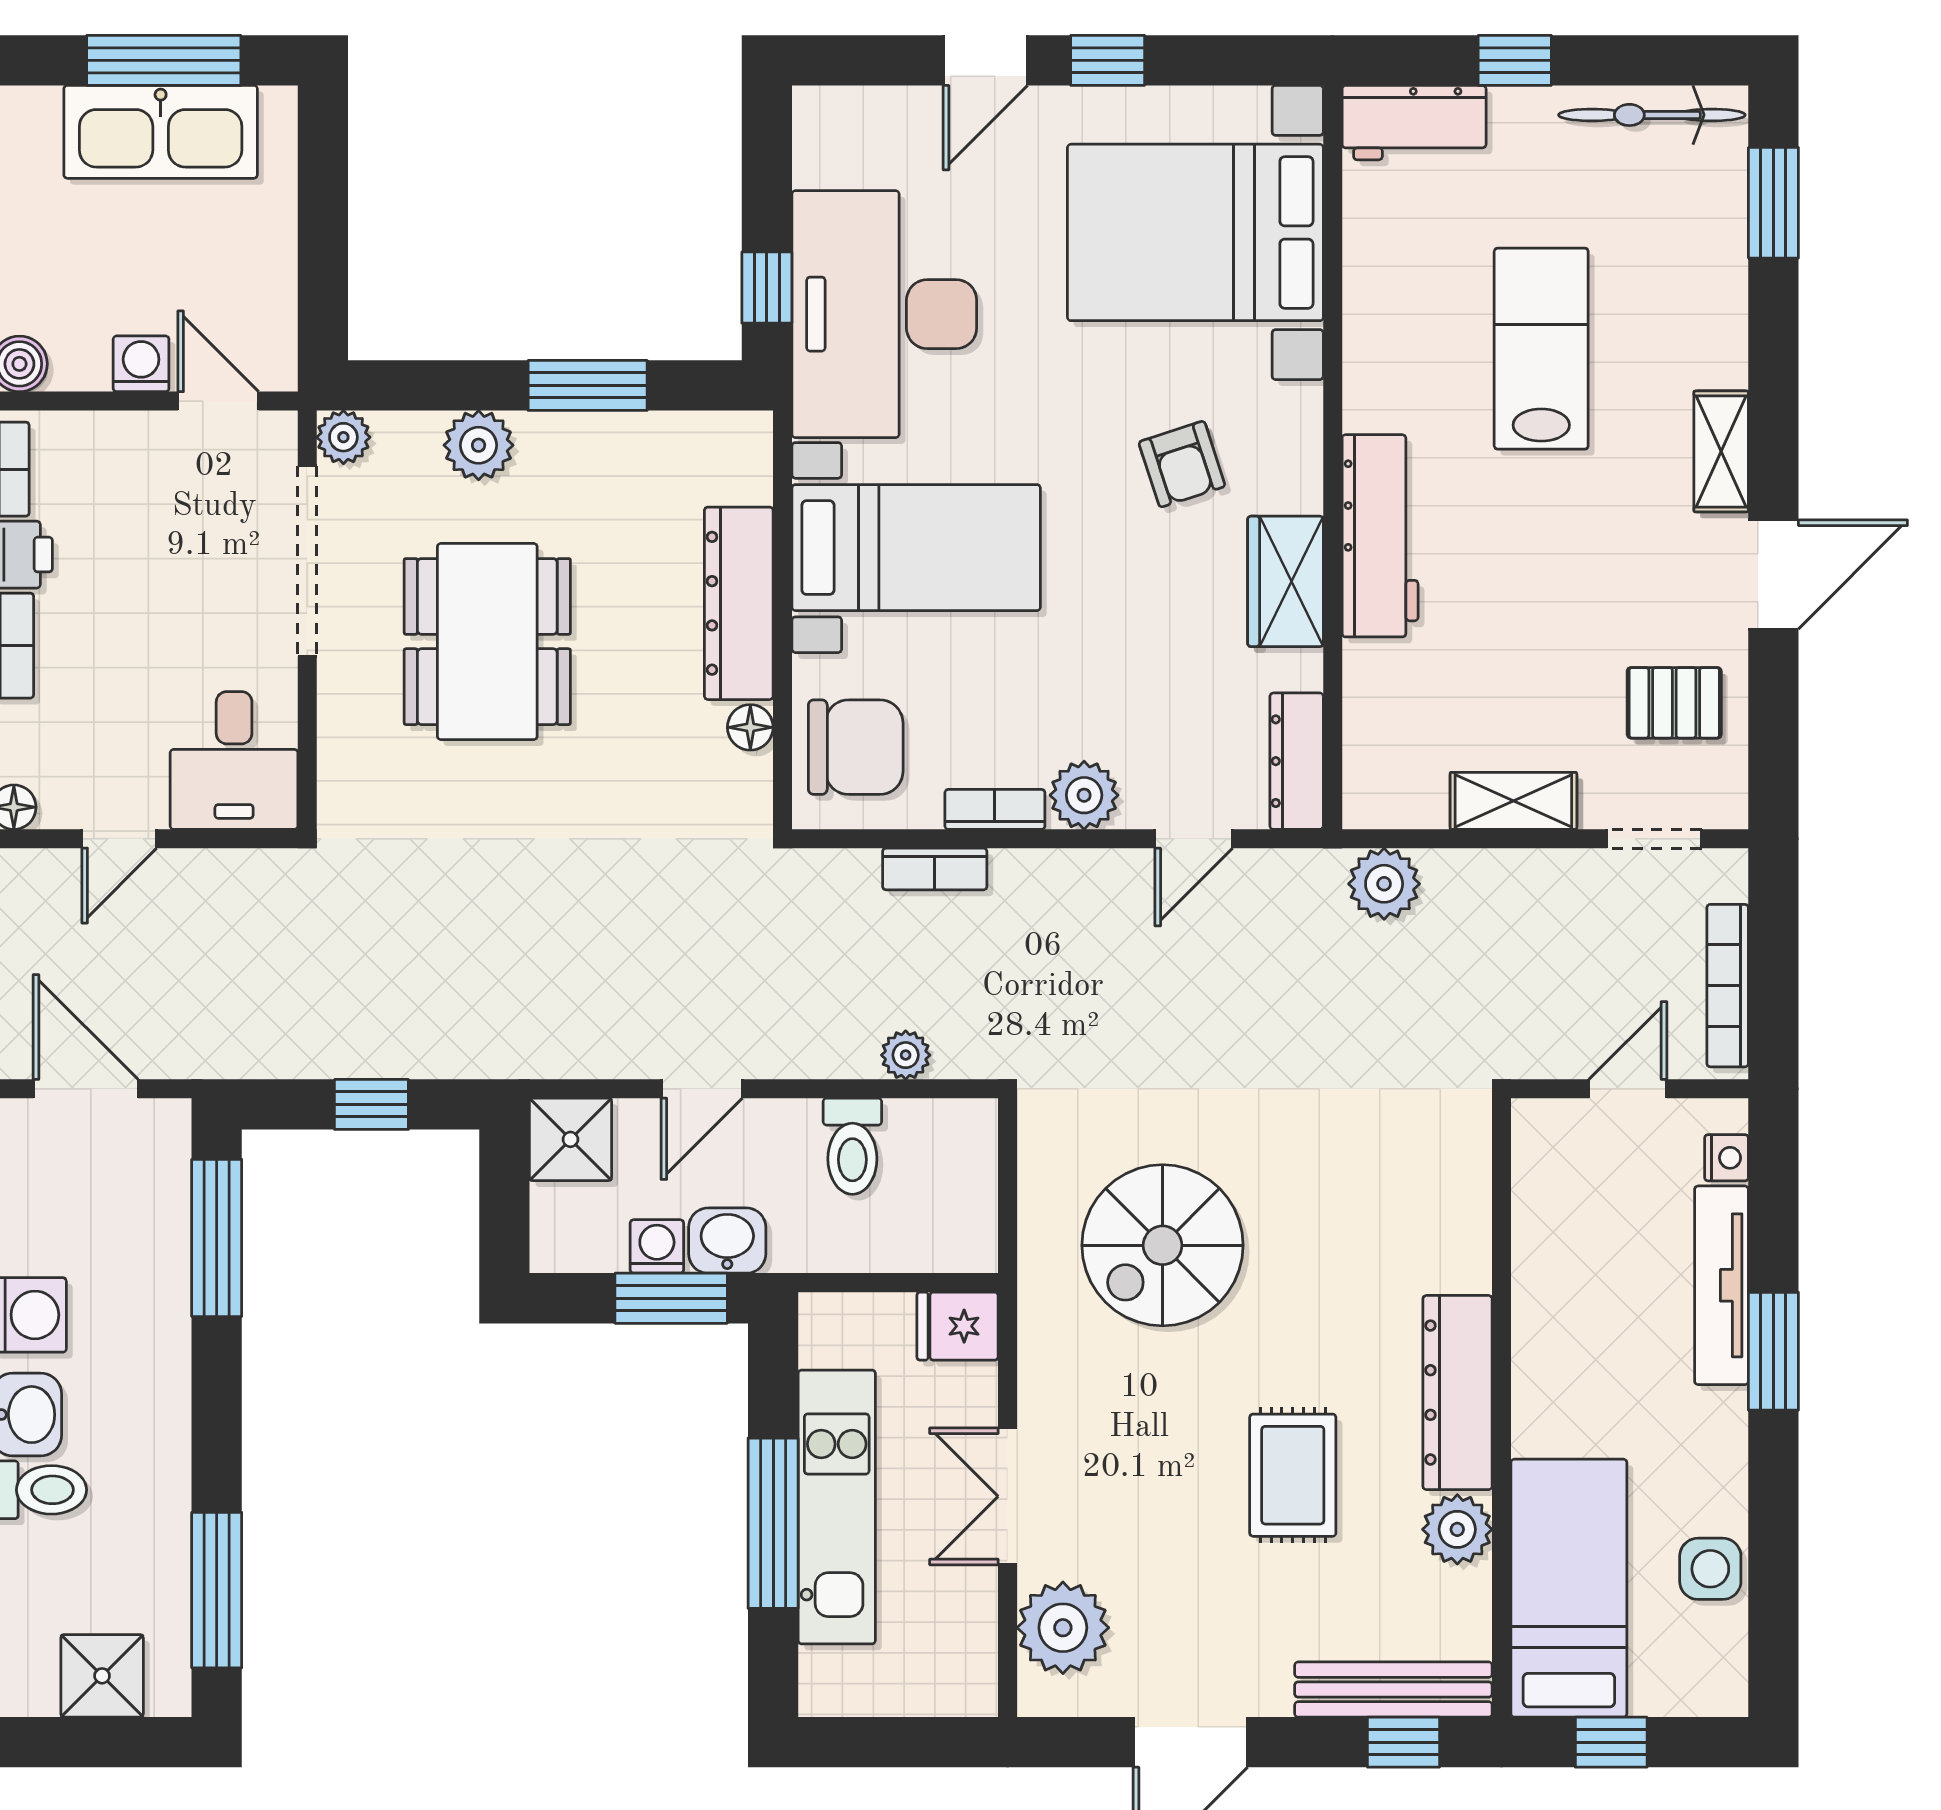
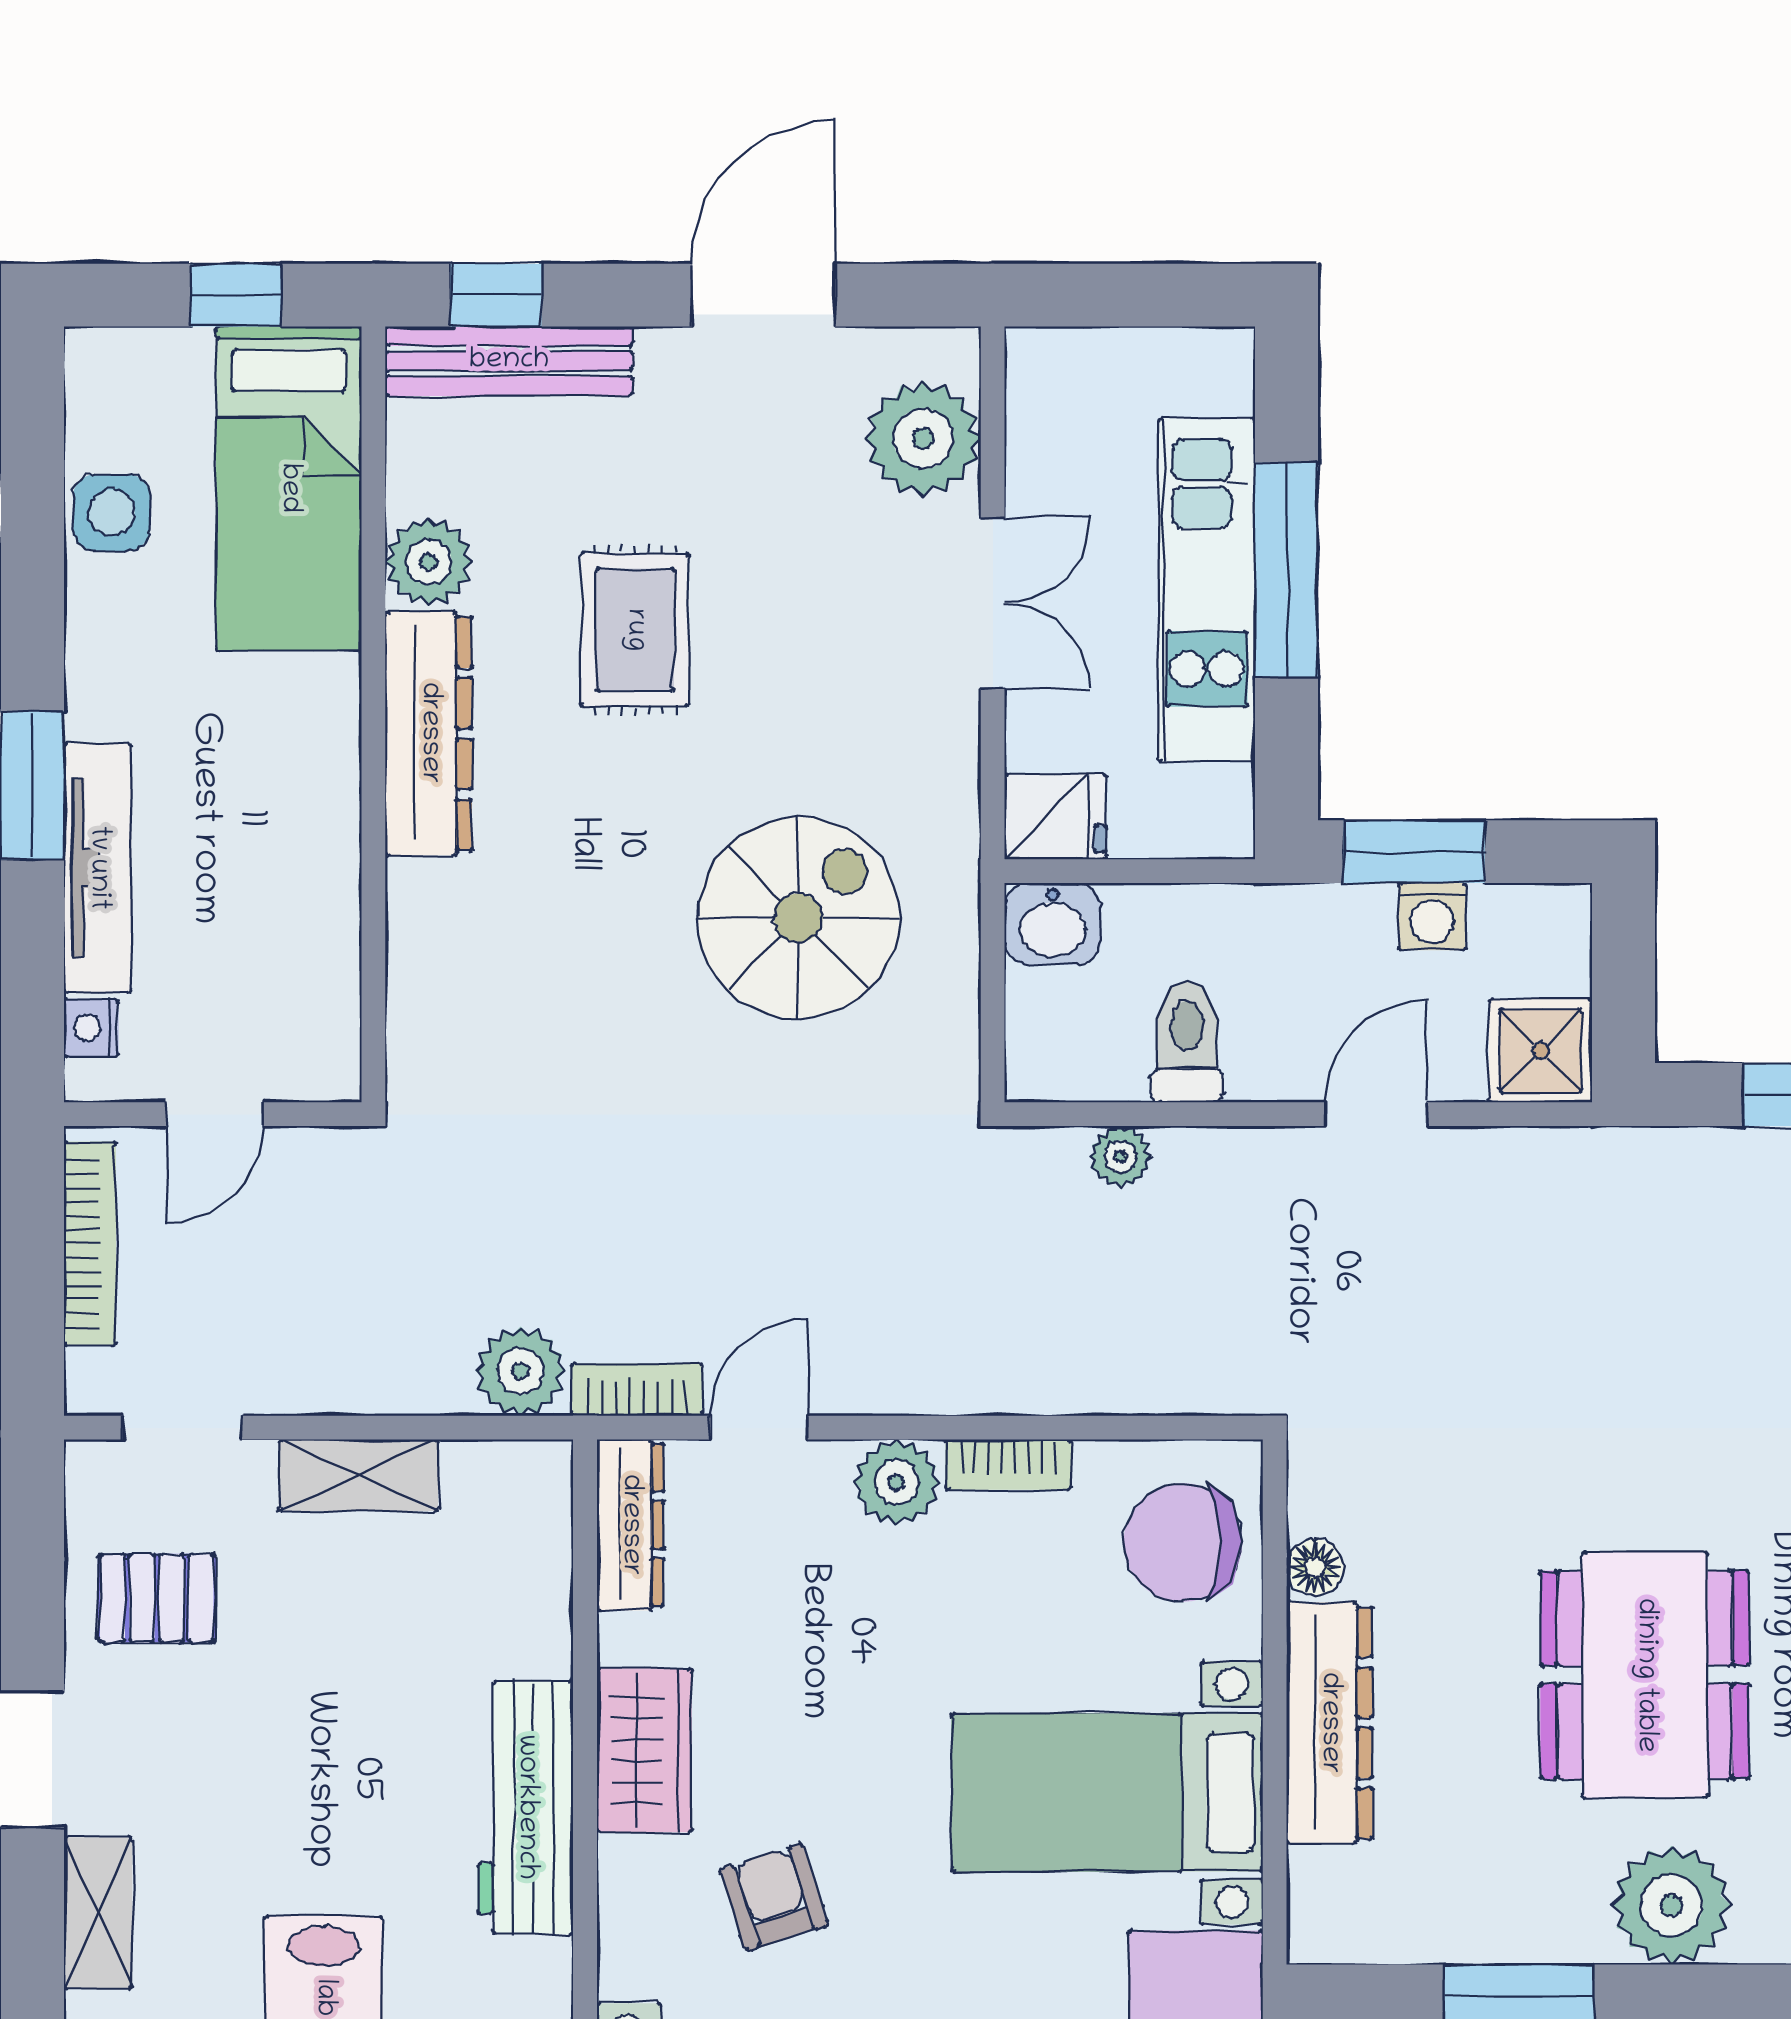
plant: (479, 445) -> (1672, 1905), width x1.36, depth x1.36
bookcase: (935, 869) -> (637, 1390), moved
washbasin: (727, 1241) -> (1053, 924), moved

